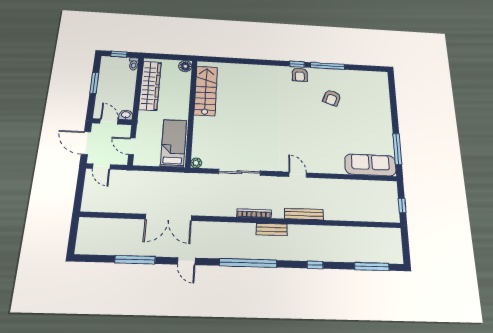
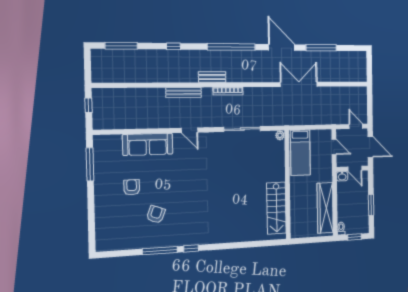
floor lamp: (185, 66) -> (296, 232), removed
armchair: (300, 75) -> (132, 187), moved
sofa: (370, 165) -> (148, 144), moved
door: (186, 261) -> (282, 47), width x1.87

